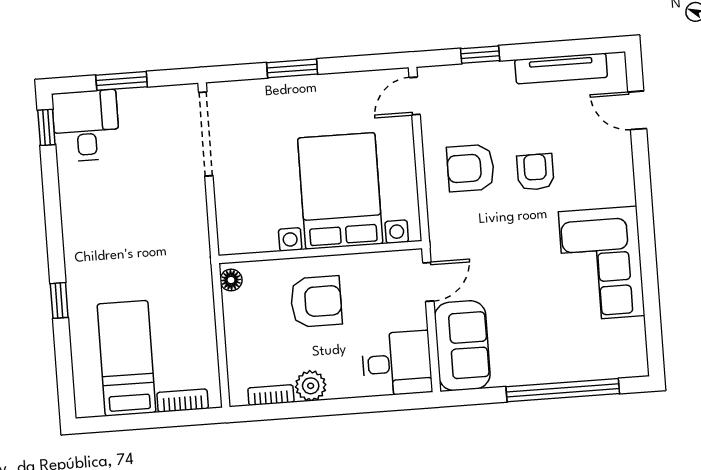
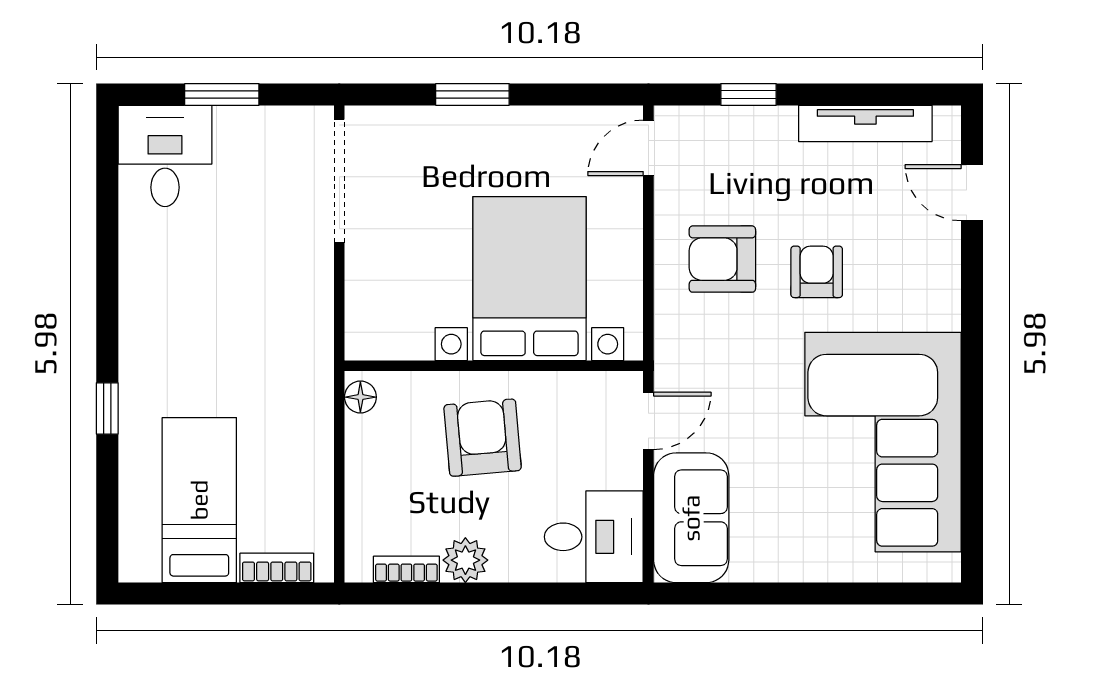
window: (46, 127) -> (107, 154), removed
corner sofa: (602, 264) -> (883, 442), width x1.36, depth x1.36
armchair: (316, 302) -> (483, 438), turned -95
window: (563, 390) -> (833, 594), removed

